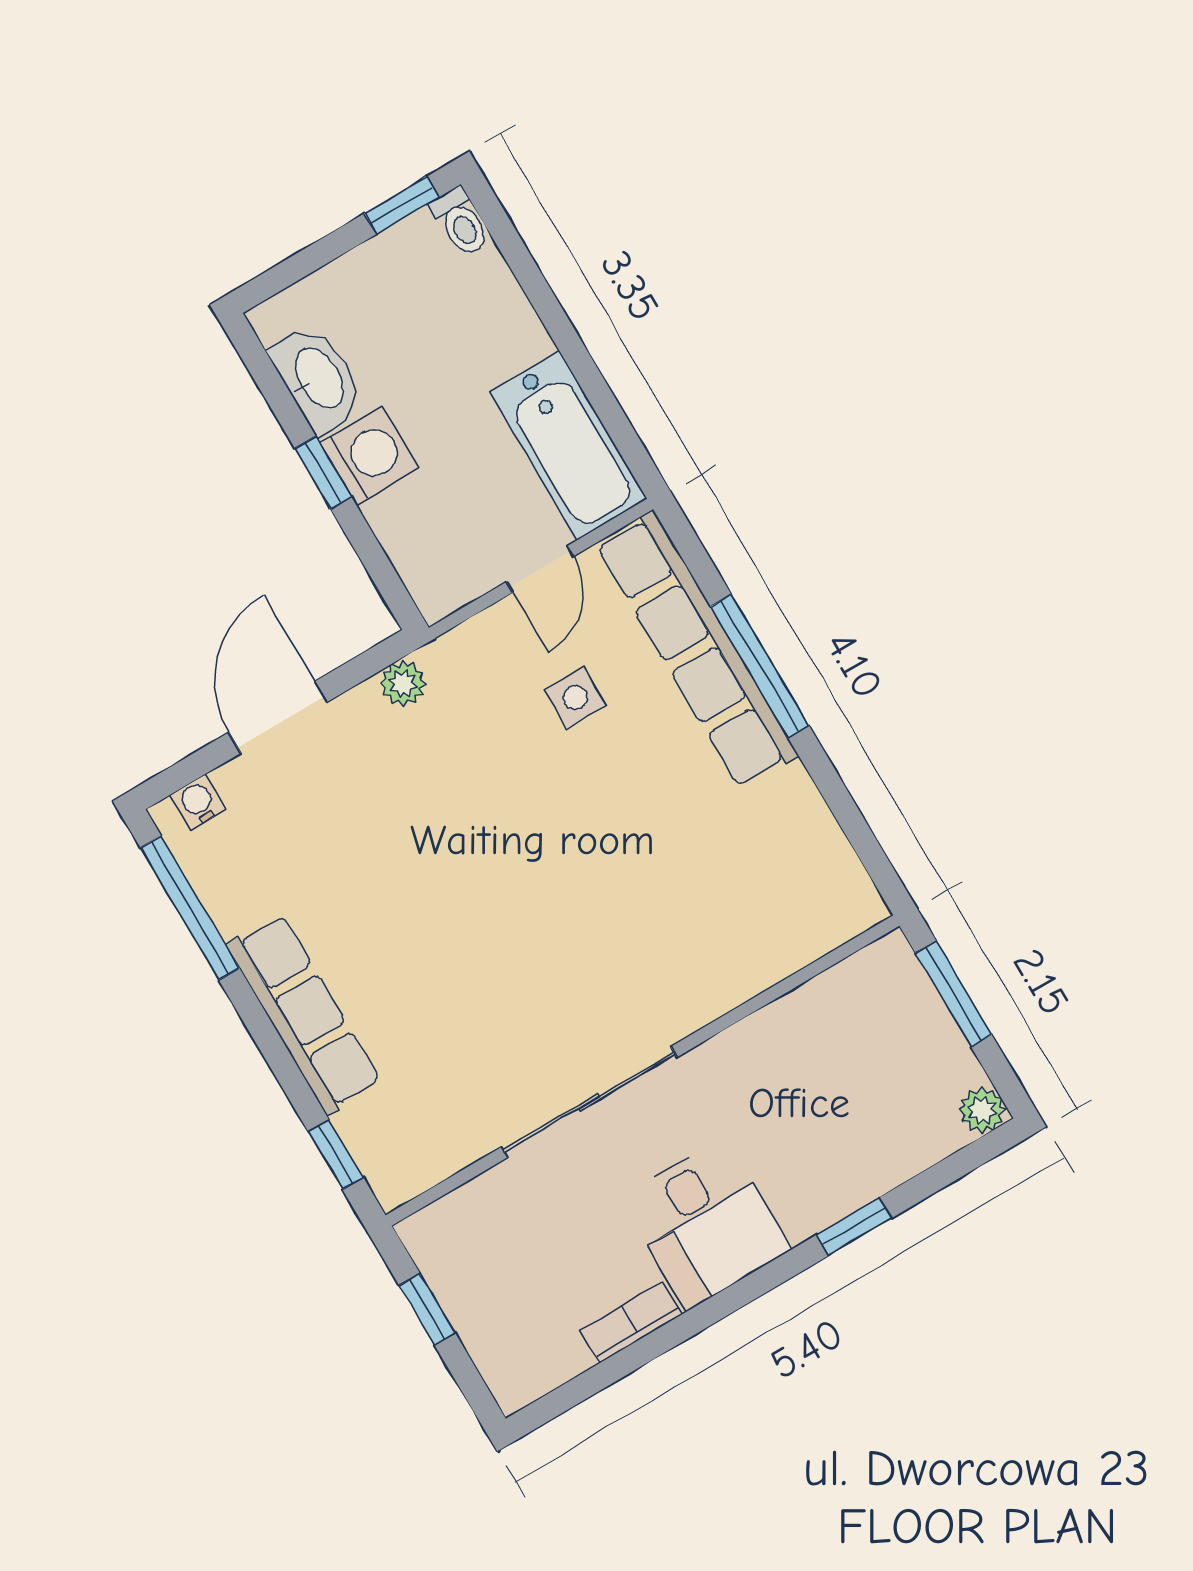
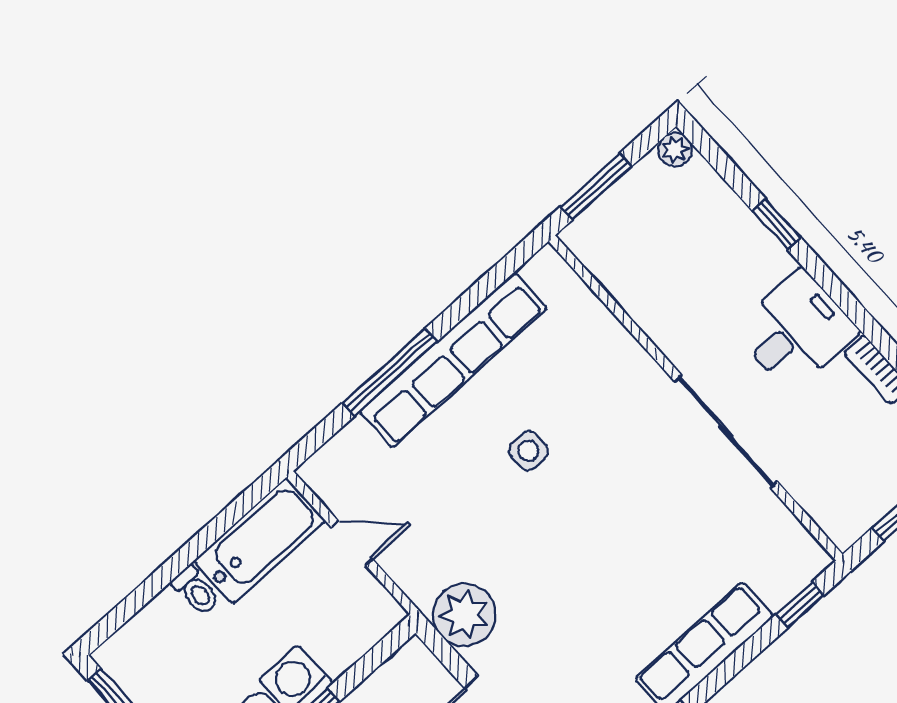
toilet: (460, 222) -> (196, 590), moved, turned 90
row of seats: (697, 650) -> (453, 360), moved
plant: (403, 683) -> (464, 615), width x1.88, depth x1.88
side table: (575, 698) -> (529, 451), moved

